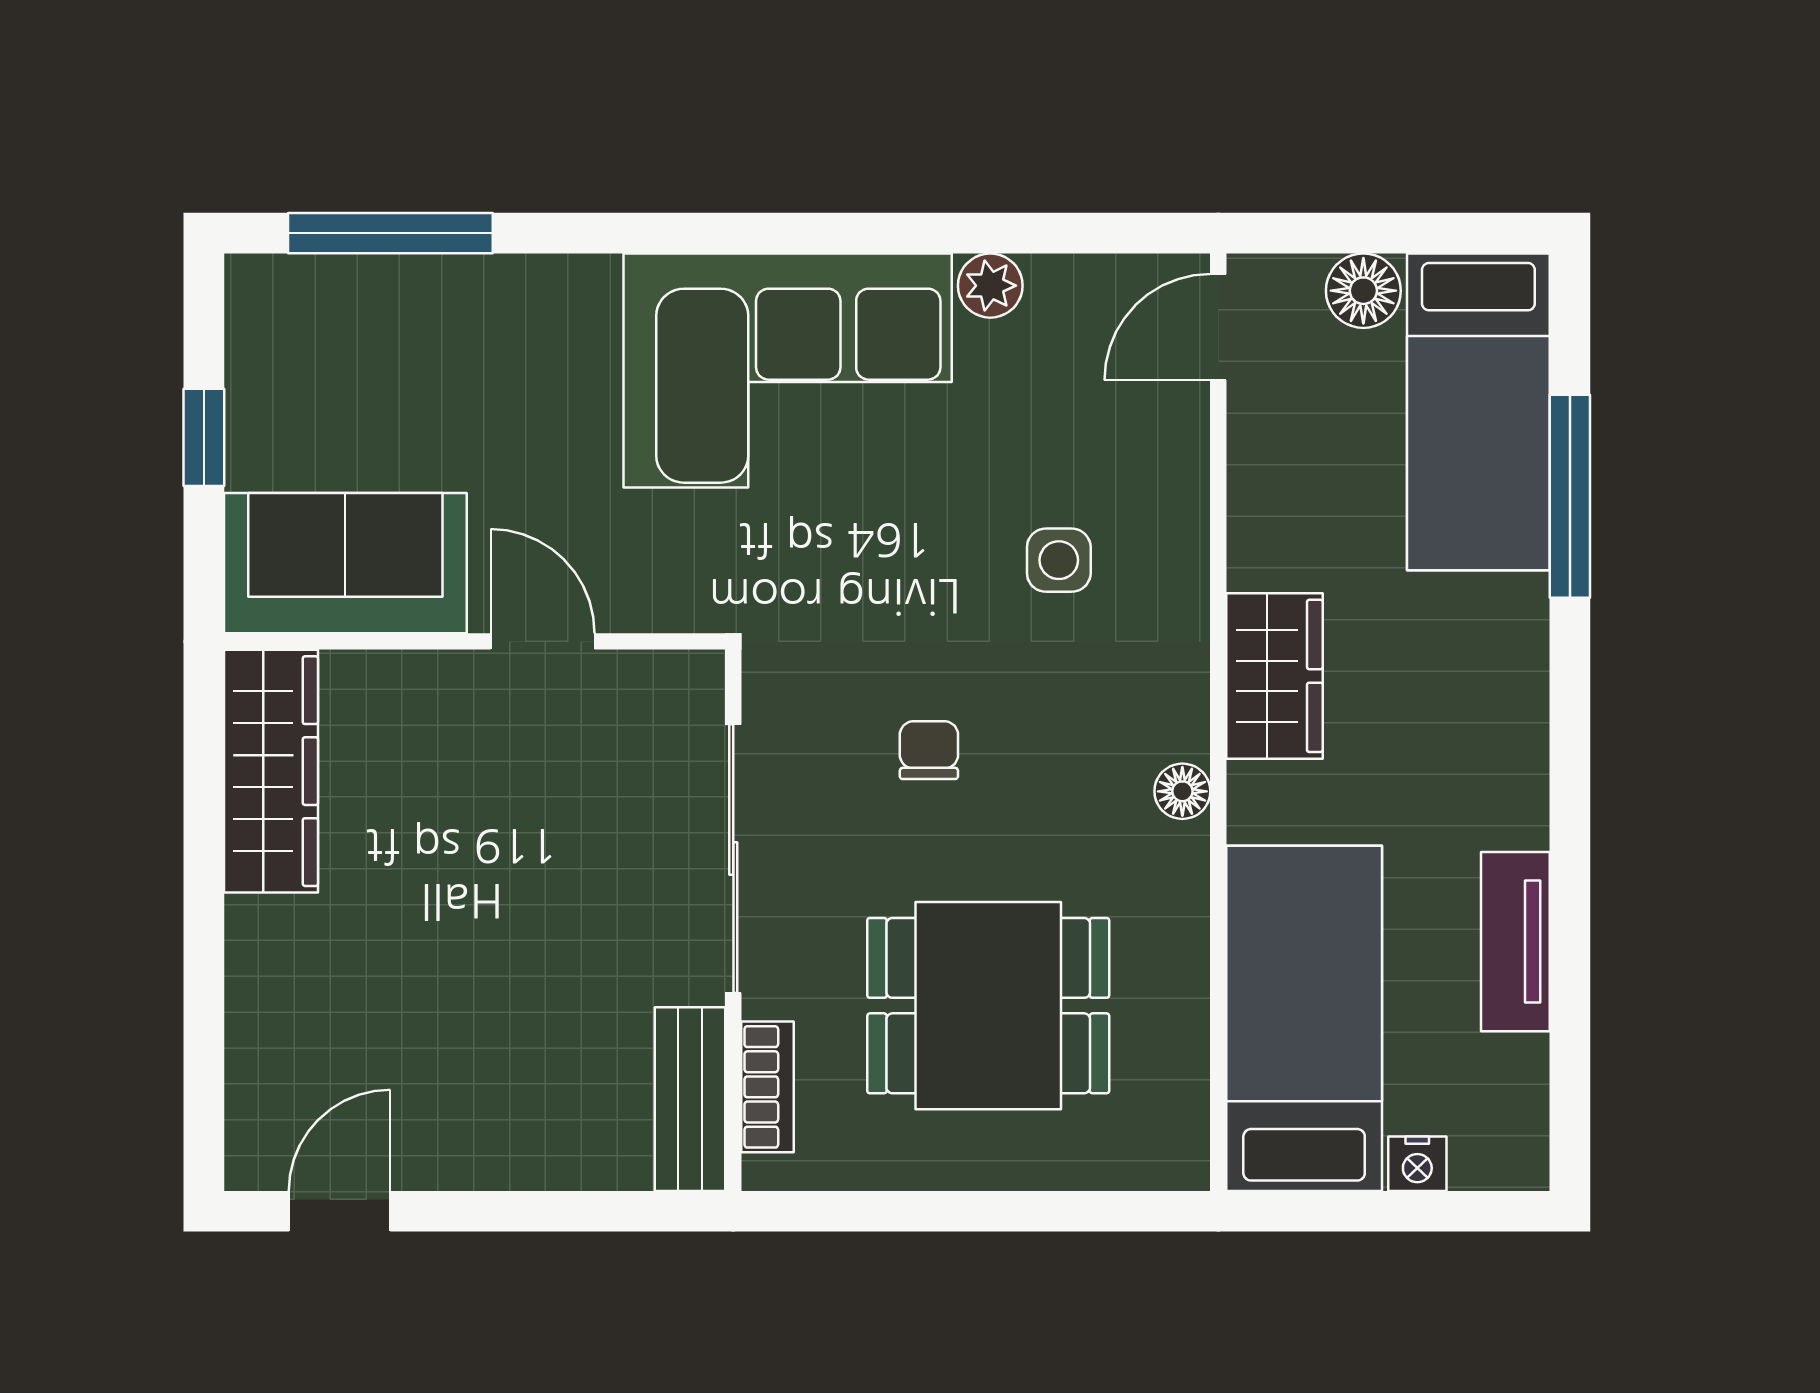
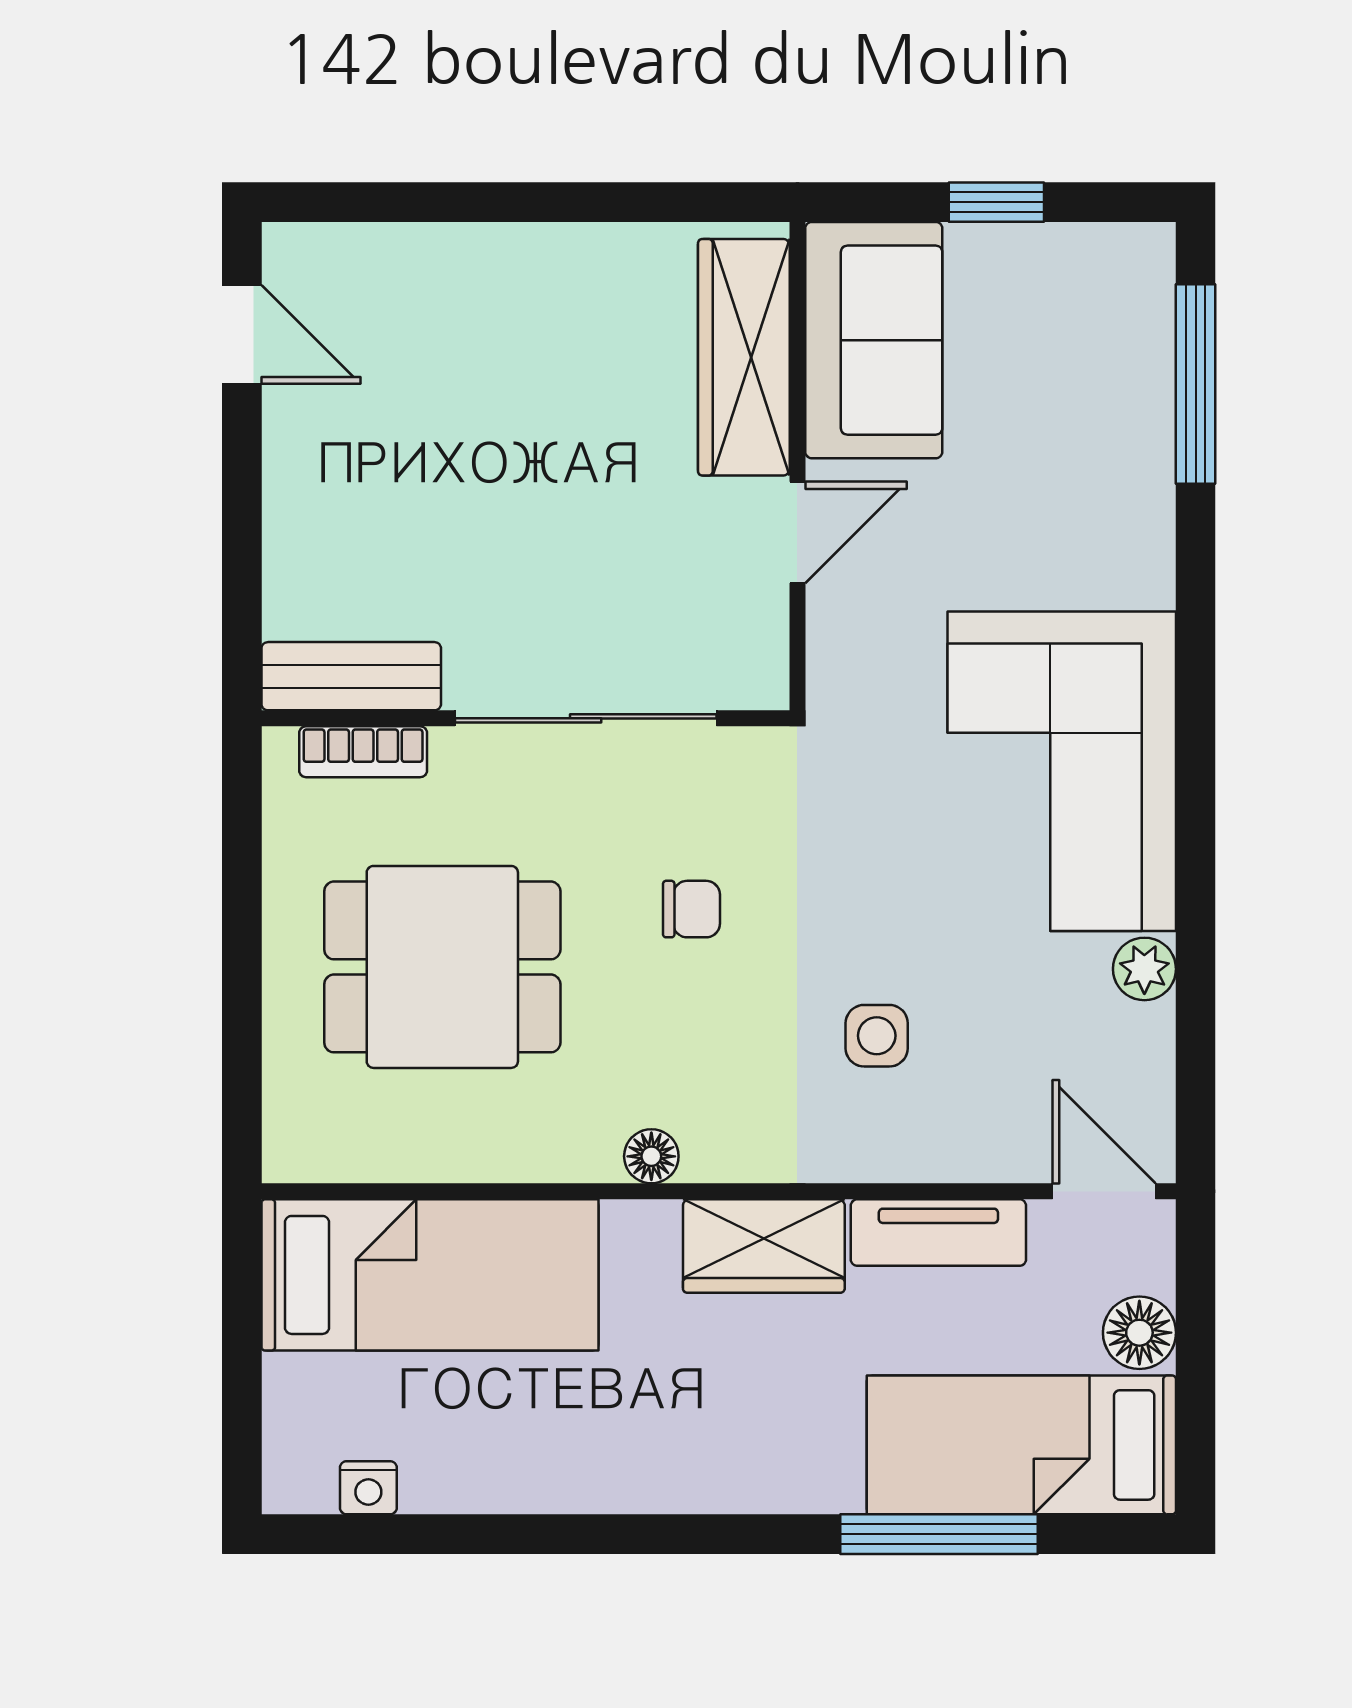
wardrobe: (271, 771) -> (744, 357), moved, turned 90
tv unit: (1515, 942) -> (938, 1233), moved, turned 180
dining table: (988, 1006) -> (442, 967), turned 90
nightstand: (1417, 1164) -> (368, 1488), moved, turned -90

